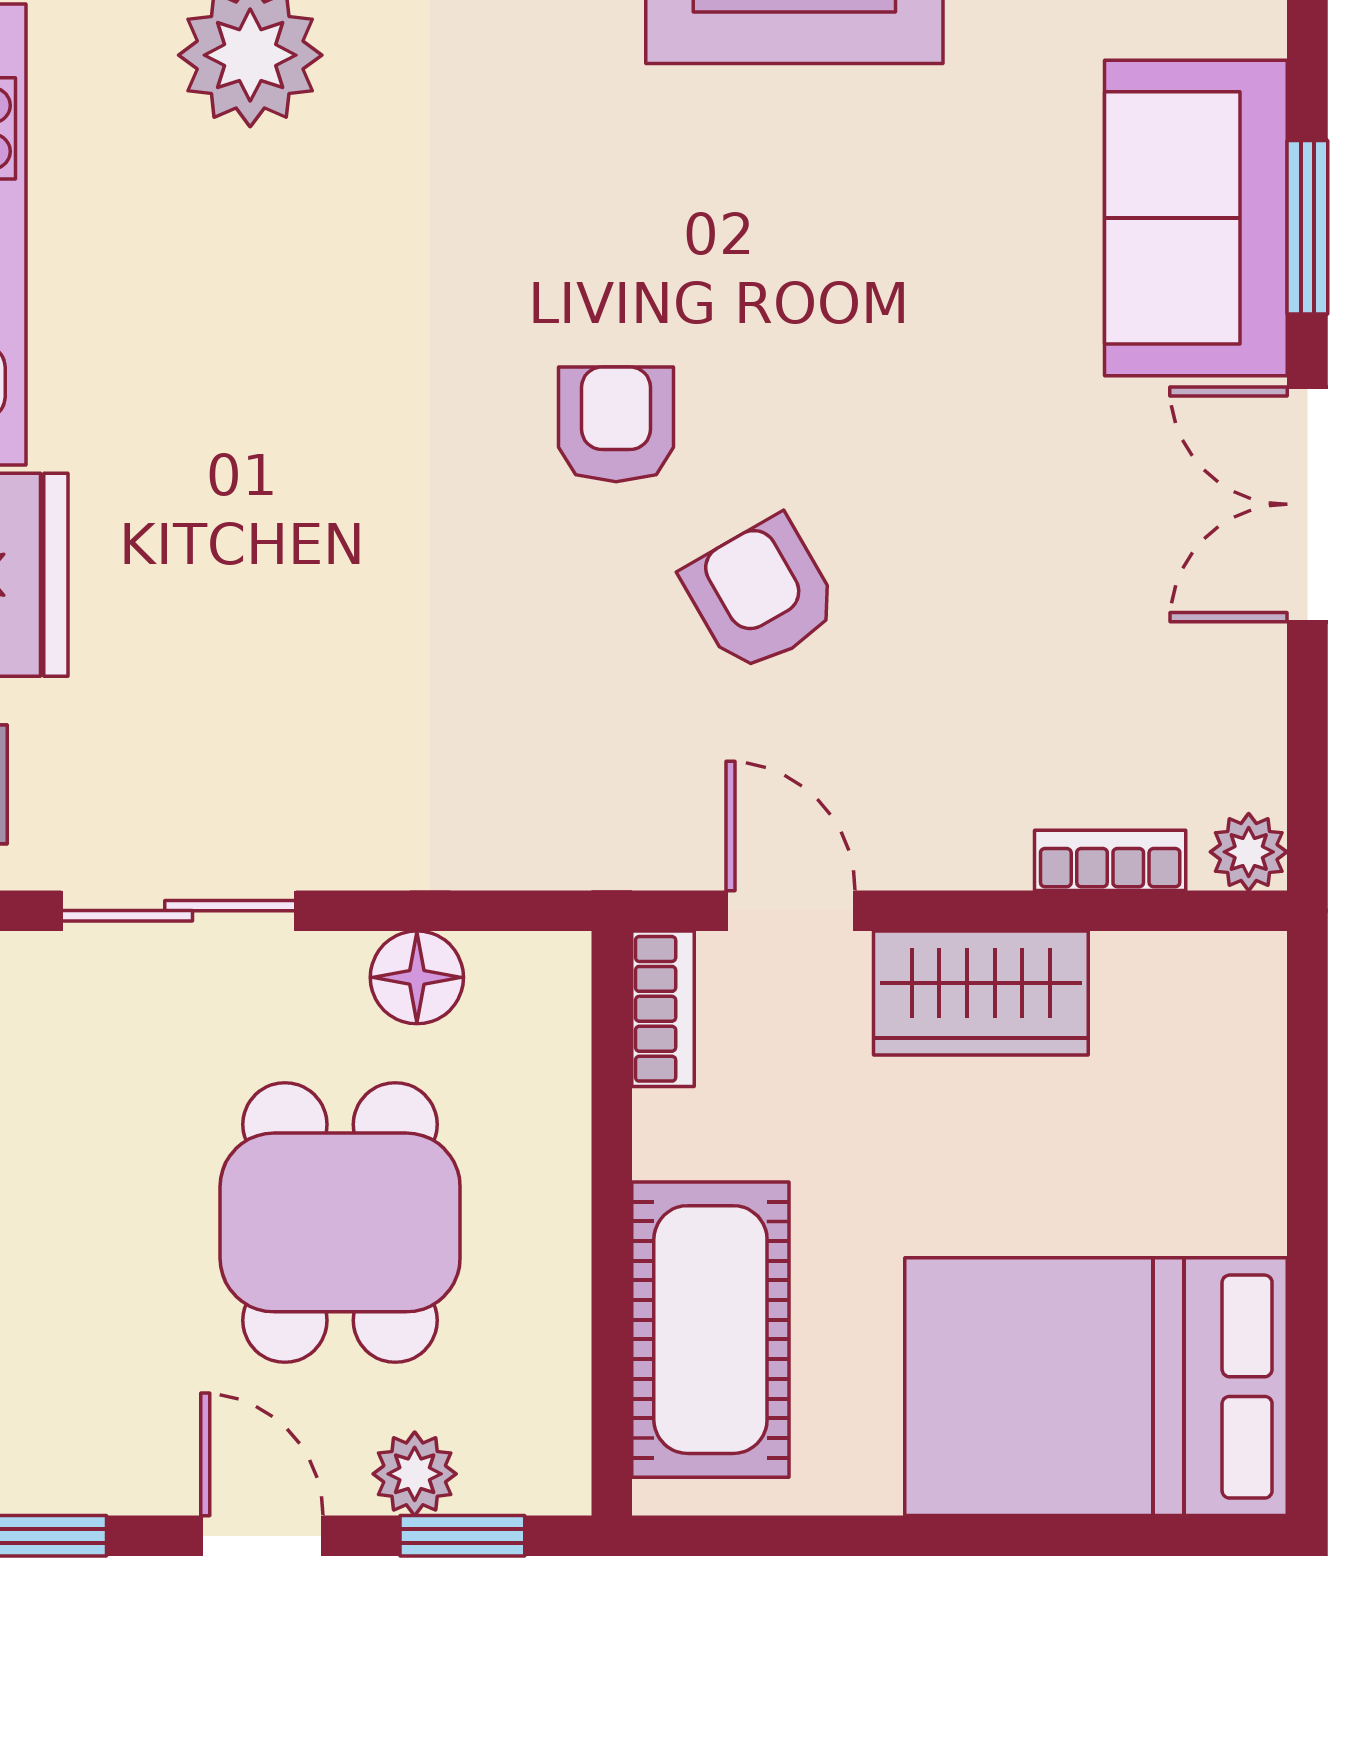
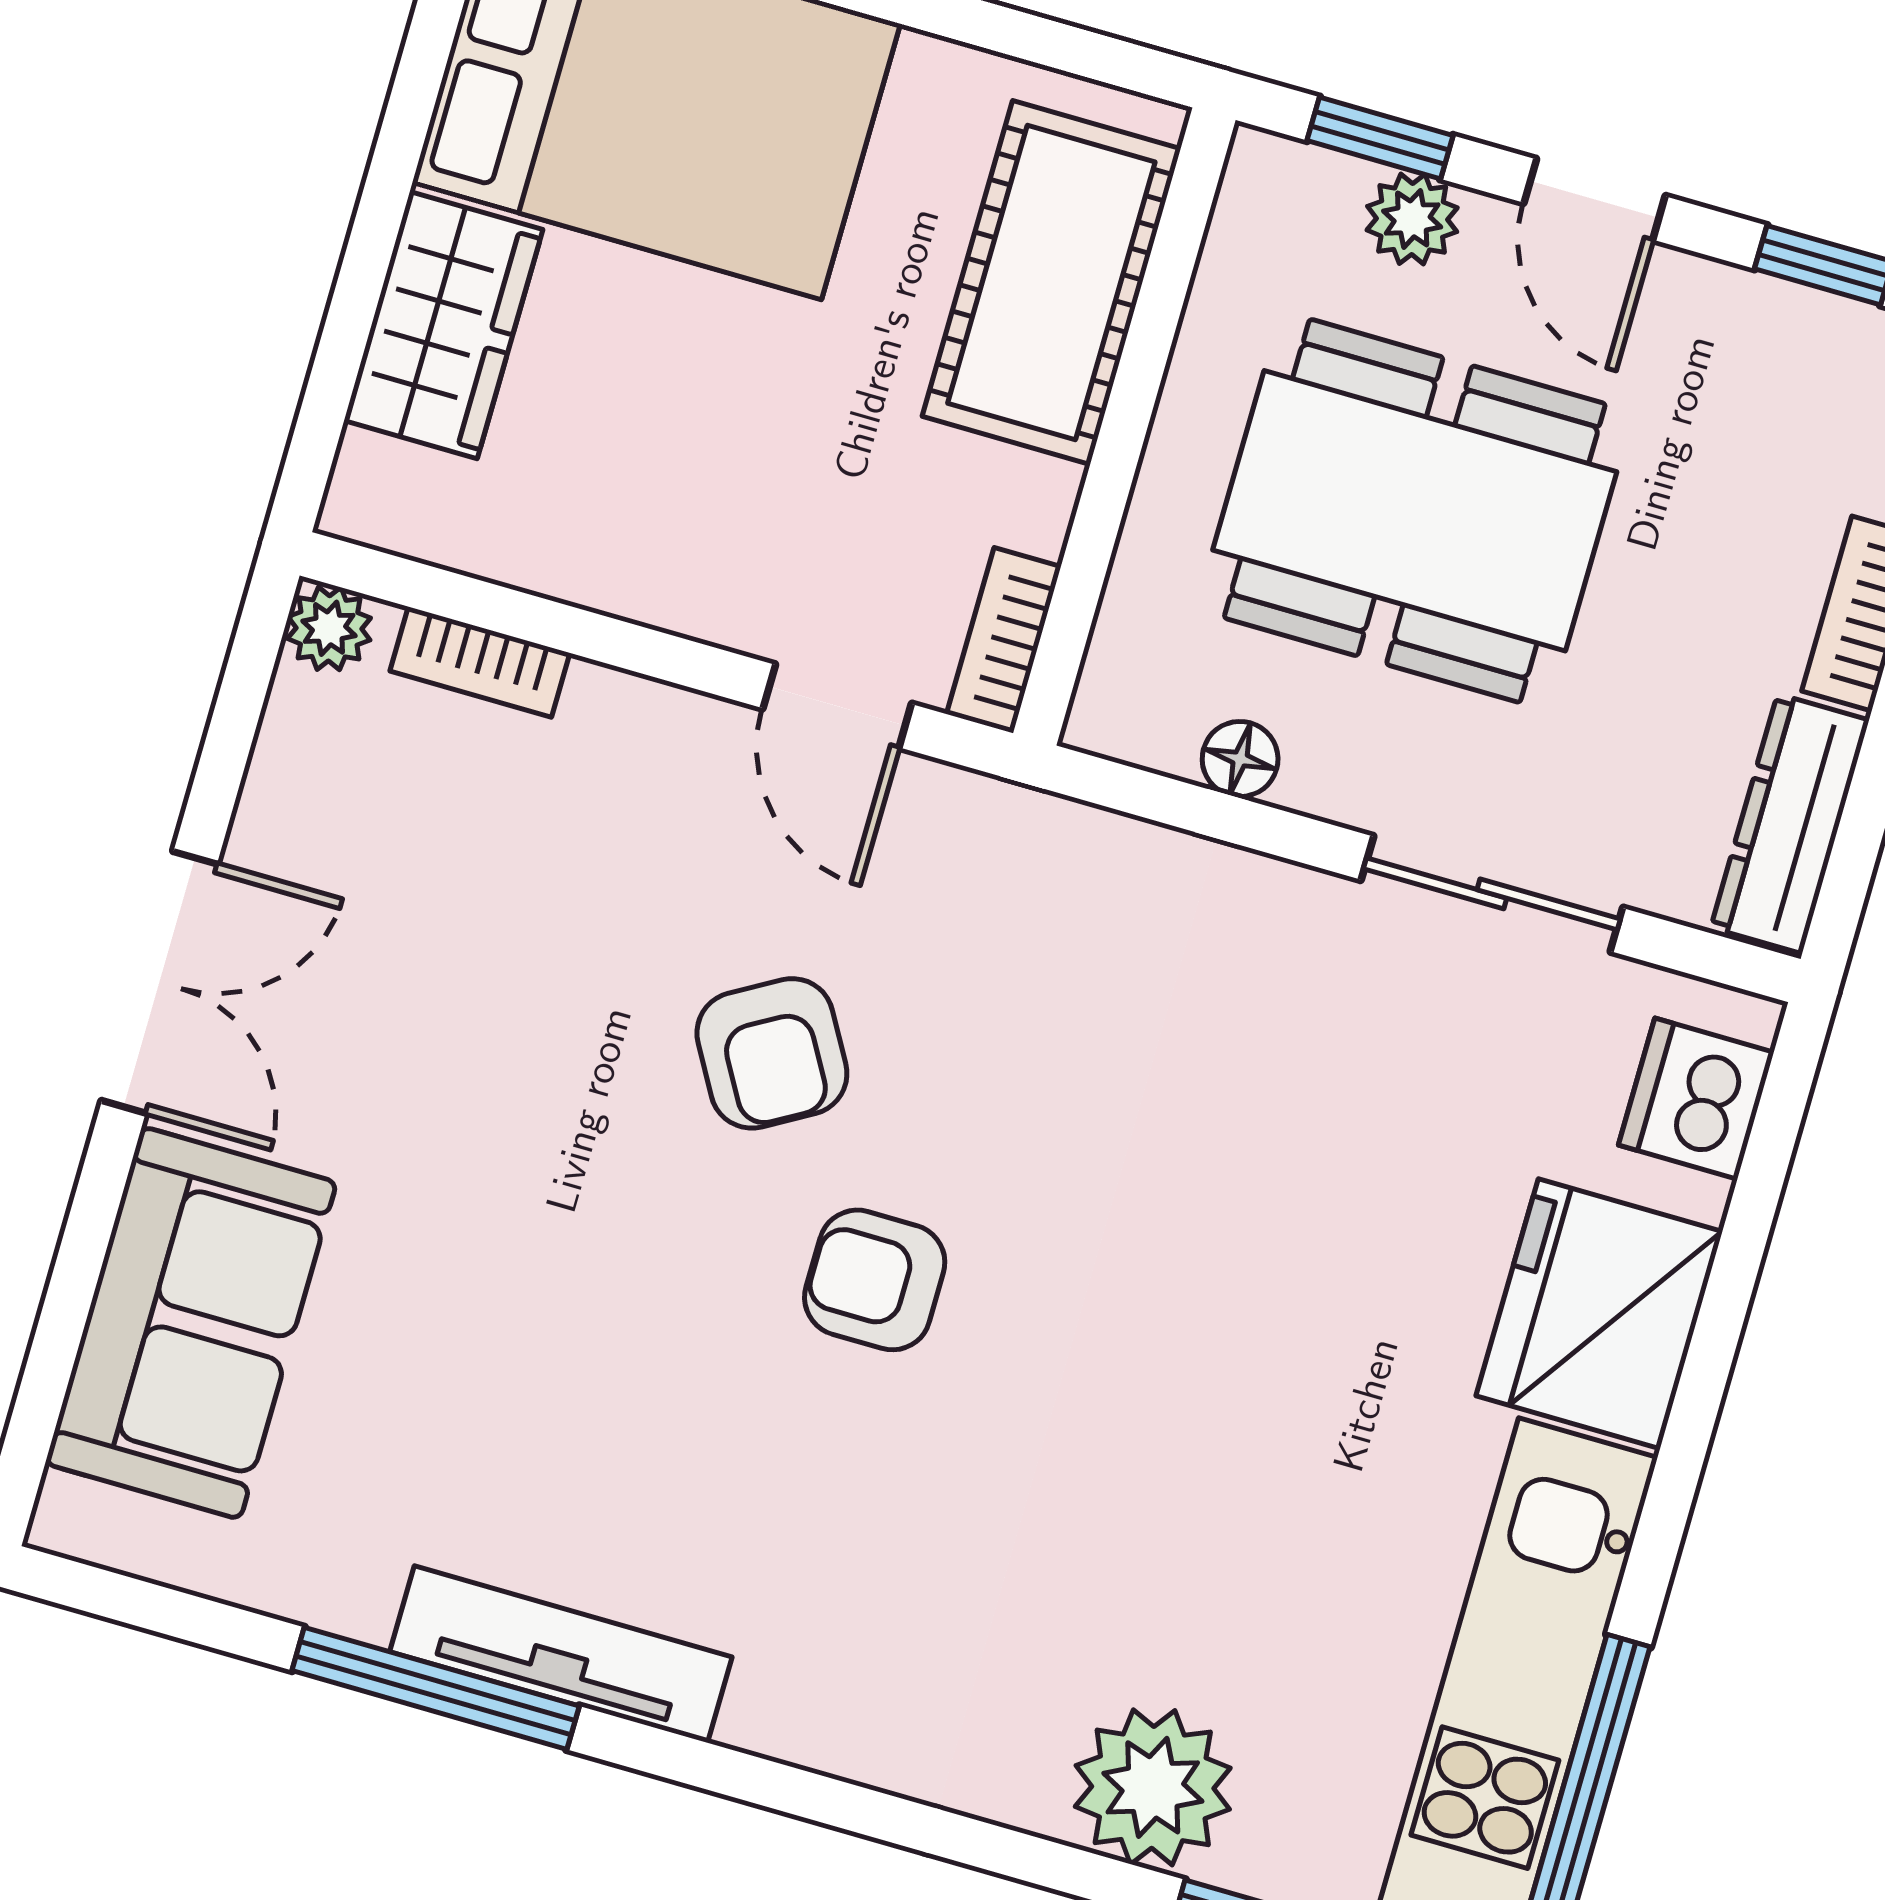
window: (1307, 227) -> (75, 1279), removed
armchair: (616, 424) -> (875, 1280), turned 90
floor lamp: (417, 977) -> (1240, 759), width x0.73, depth x0.73
wardrobe: (981, 993) -> (443, 325), moved, turned 90
dining table: (340, 1222) -> (1415, 511), width x1.38

